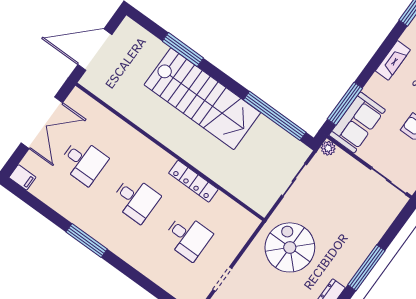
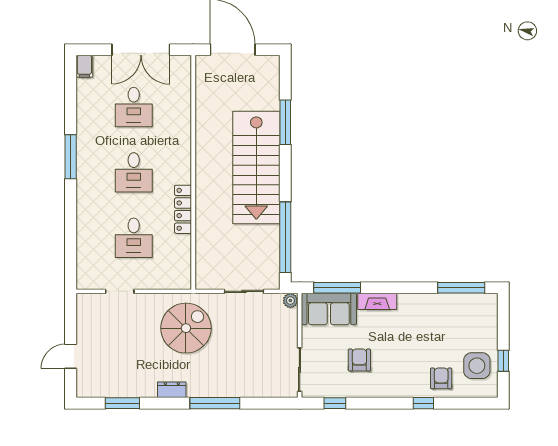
fireplace: (393, 60) -> (377, 301), moved

